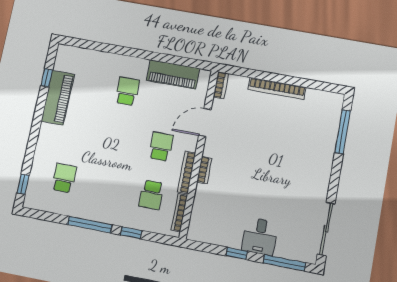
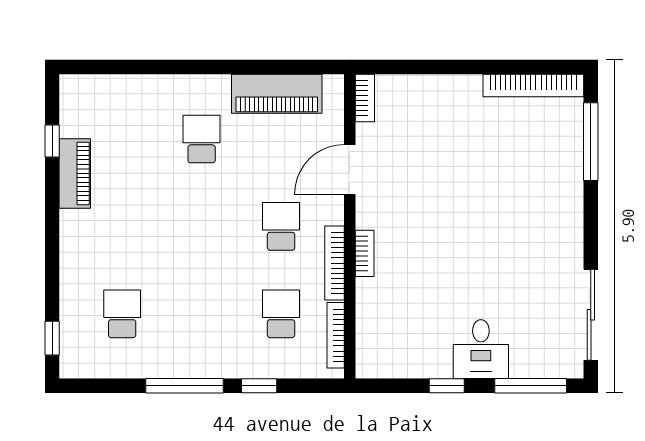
bookcase: (277, 88) -> (533, 86), moved
piano: (58, 98) -> (75, 173), width x0.73, depth x0.75
school desk: (151, 195) -> (281, 314), turned 180

